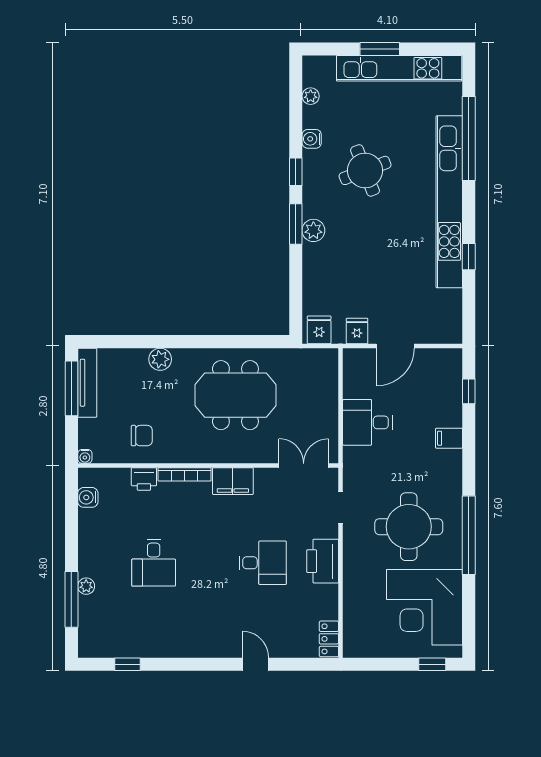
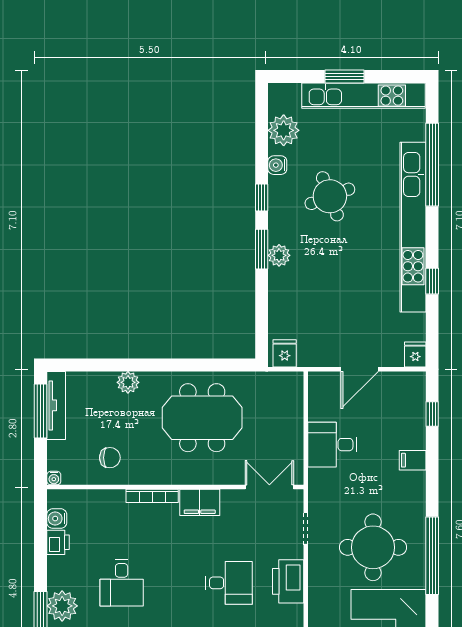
plant: (311, 96) -> (284, 130), width x1.88, depth x1.88
fridge: (357, 331) -> (415, 354), moved
printer: (144, 479) -> (58, 542), moved, turned -90
plant: (86, 586) -> (62, 606), width x1.88, depth x1.88

